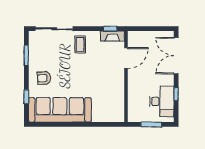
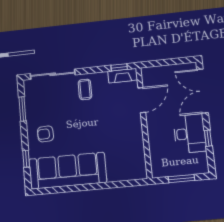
desk: (162, 101) -> (190, 134), moved

